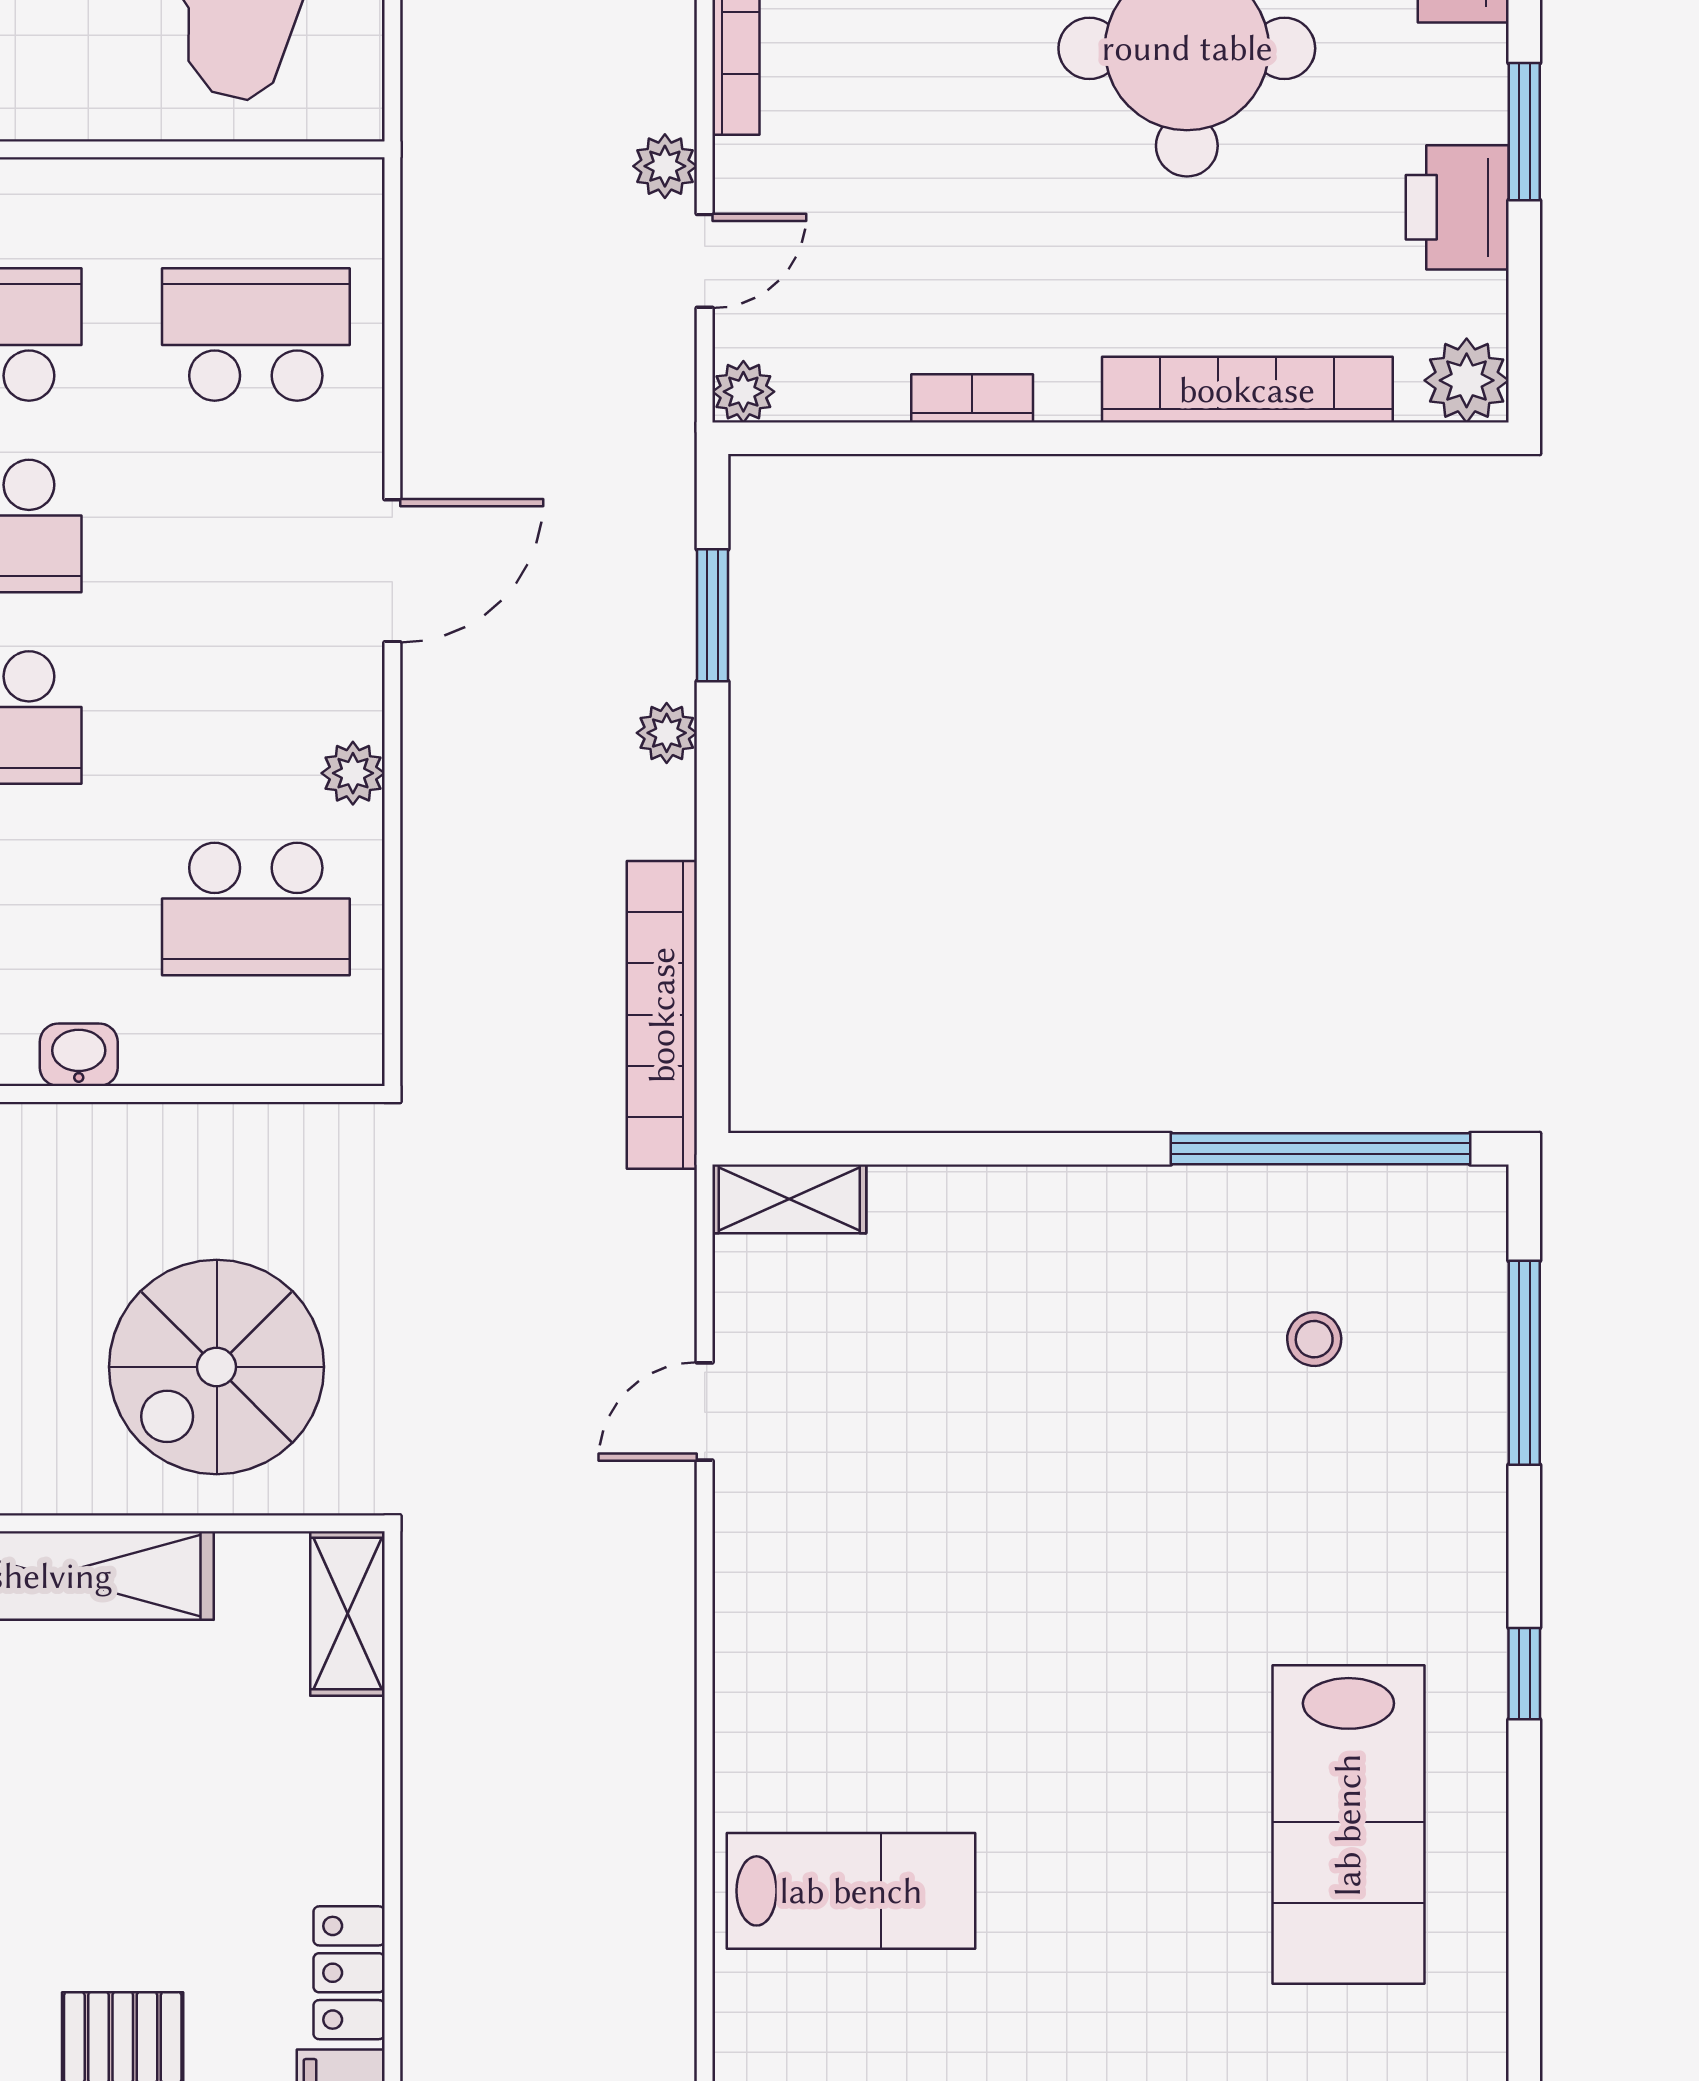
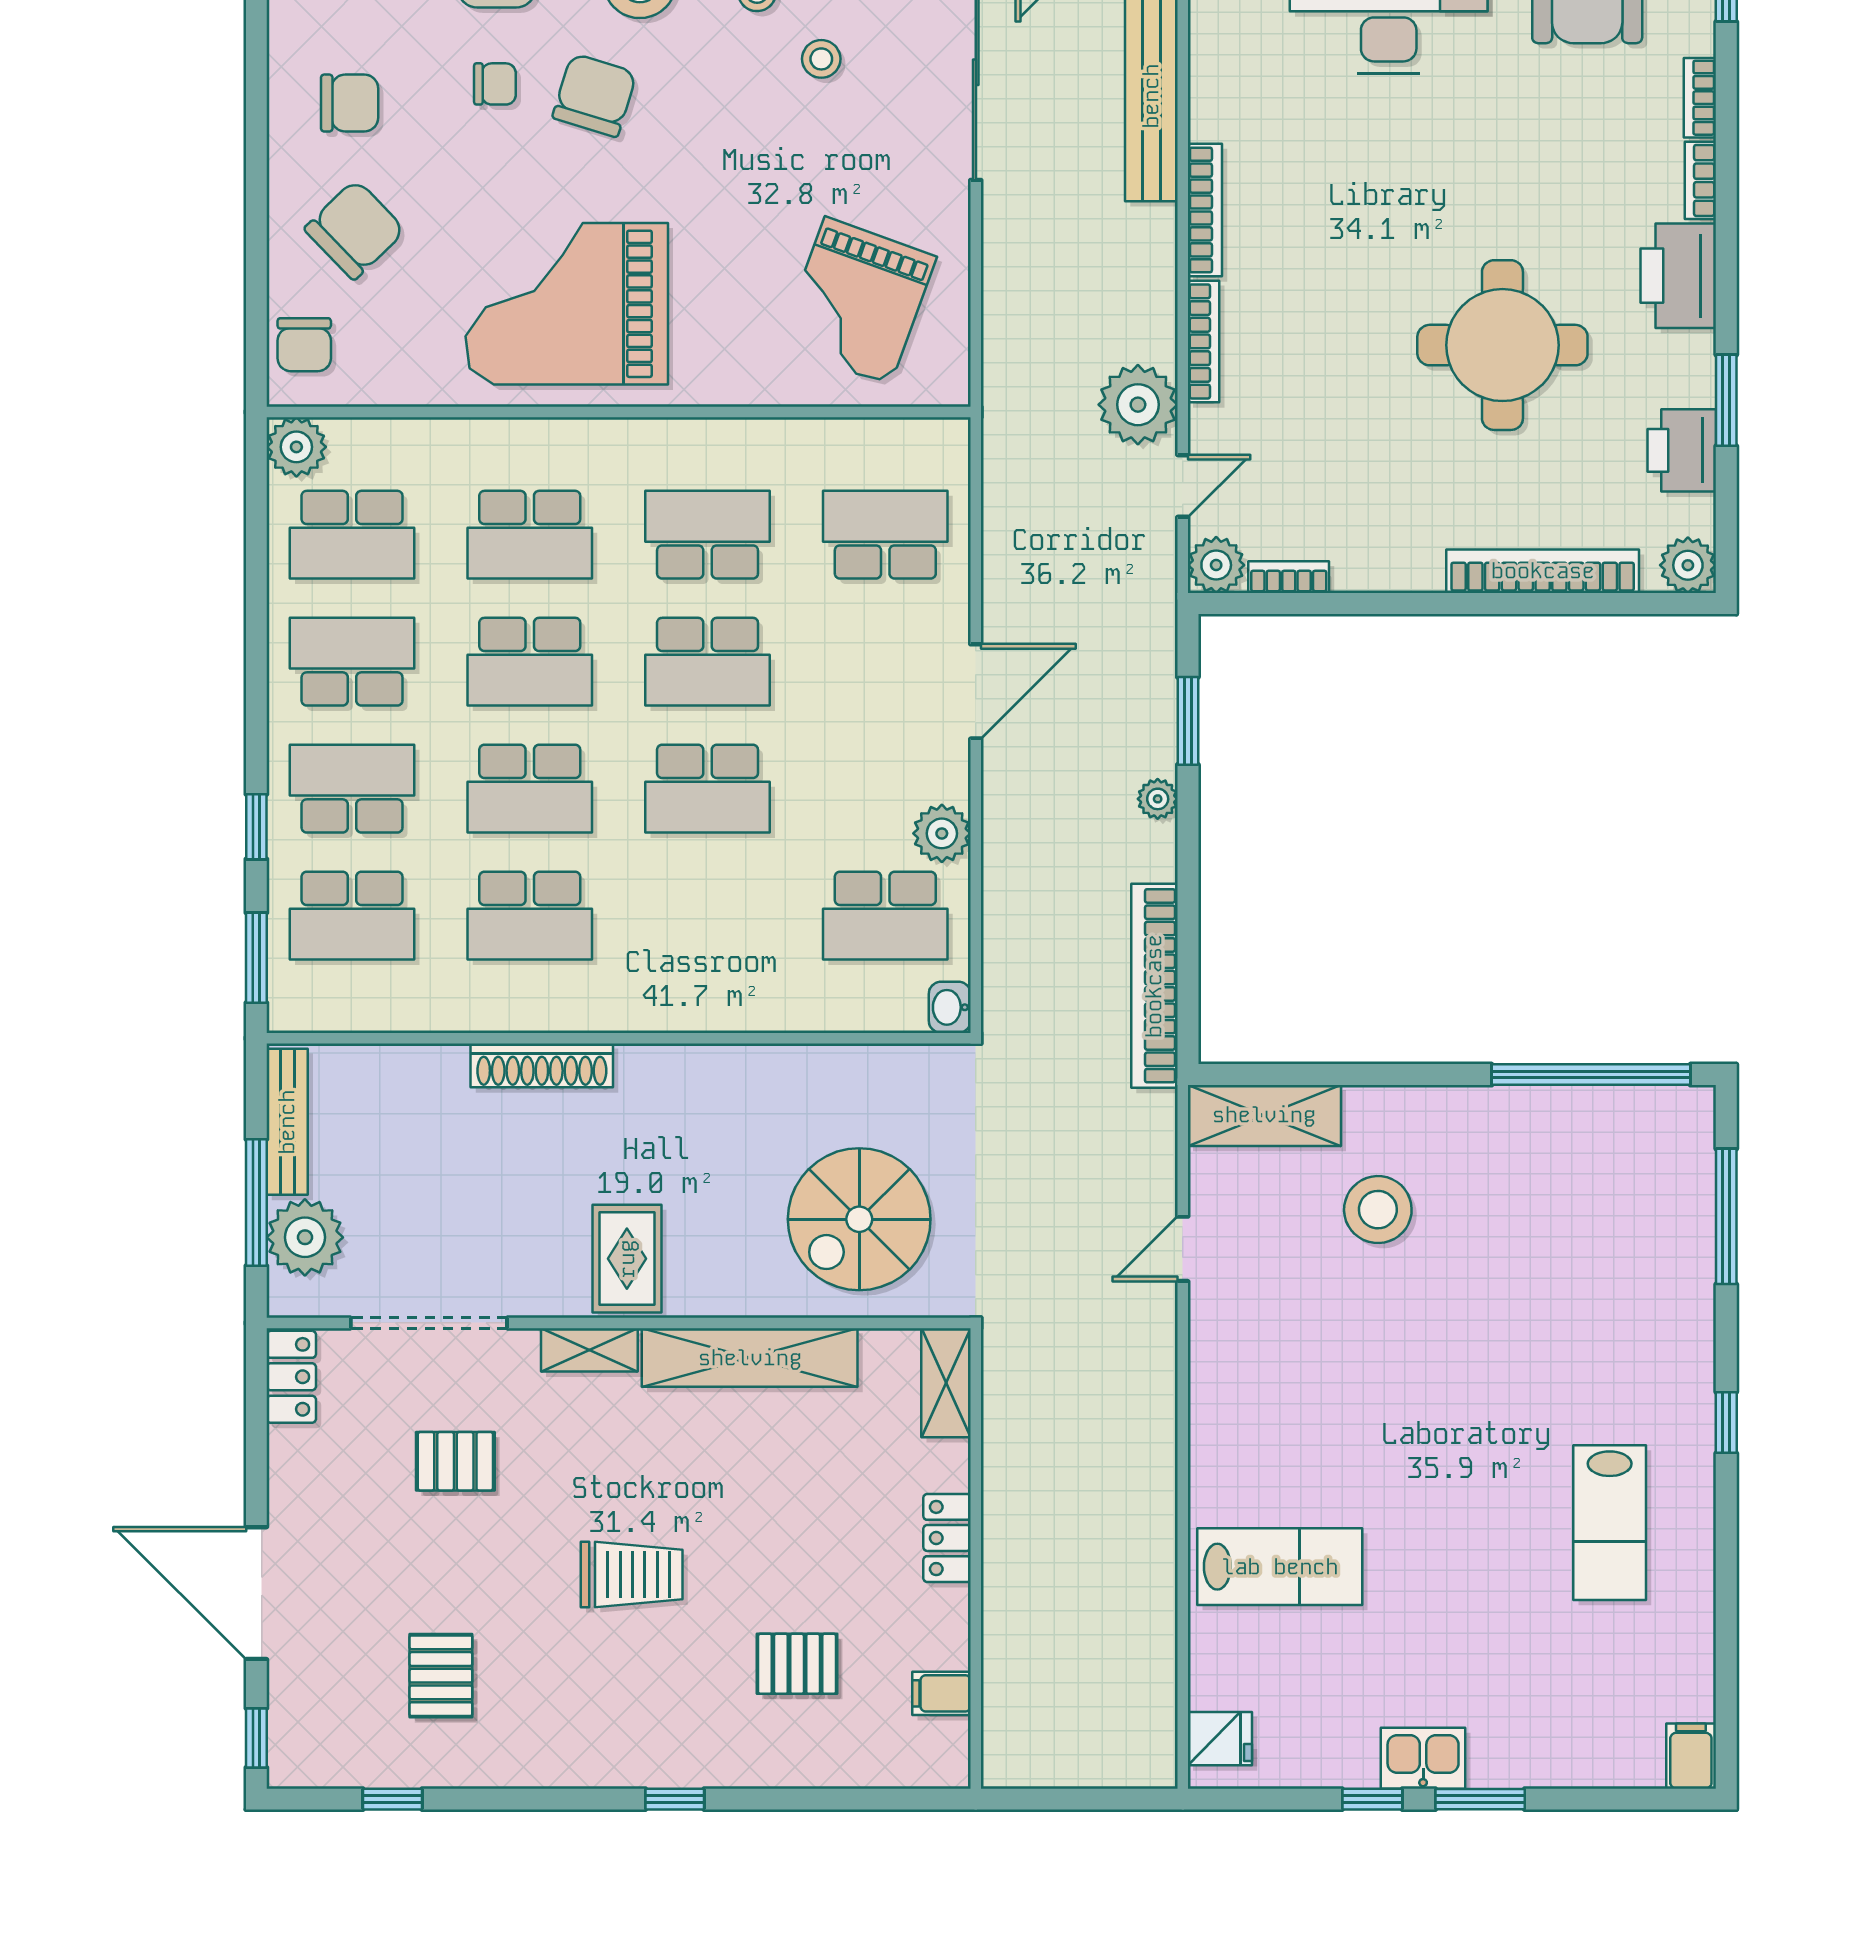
plant: (665, 166) -> (1138, 405), width x1.87, depth x1.87
plant: (743, 392) -> (1216, 565), width x1.38, depth x1.38
bookcase: (972, 398) -> (1289, 577), moved
plant: (353, 773) -> (942, 833), width x1.38, depth x1.38
washbasin: (79, 1055) -> (950, 1007), moved, turned -90
shelving: (789, 1199) -> (1264, 1115), width x1.50, depth x1.33
stool: (1314, 1339) -> (1378, 1210), moved, width x1.89, depth x1.89
lab bench: (1348, 1825) -> (1610, 1523), width x0.73, depth x0.72
locker: (349, 1973) -> (947, 1538), moved

